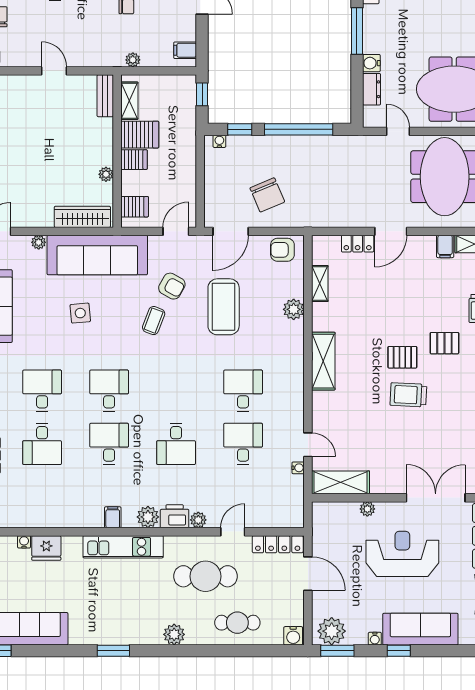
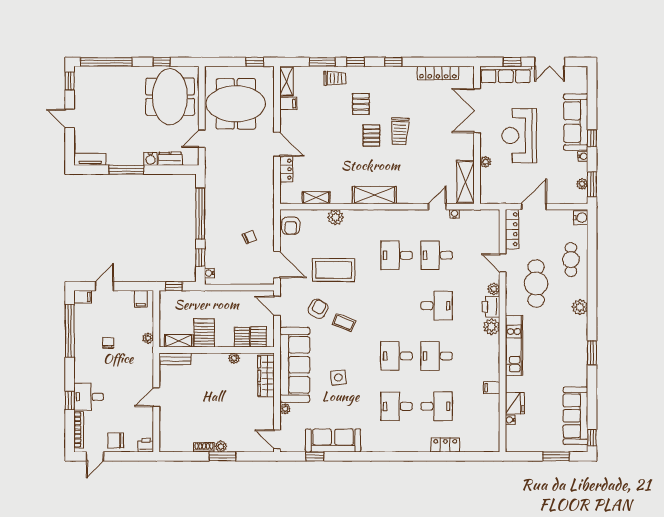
server rack: (134, 160) -> (242, 337), moved
chair: (267, 195) -> (250, 237), width x0.54, depth x0.54
filing cabinet: (113, 517) -> (492, 388), moved
plant: (332, 631) -> (582, 184), width x0.53, depth x0.53

